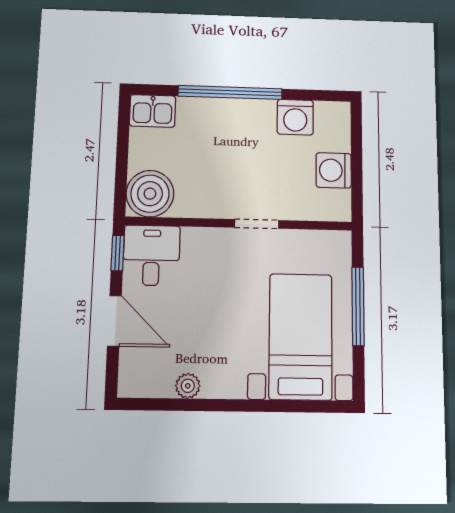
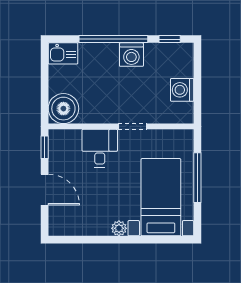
window: (315, 95) -> (170, 39), added
washing machine: (295, 117) -> (131, 55), moved
desk: (151, 255) -> (100, 148), moved
plant: (188, 386) -> (119, 228), moved

